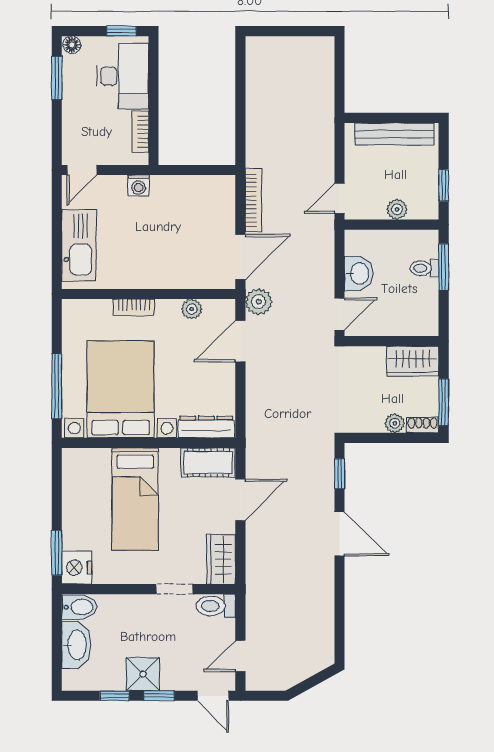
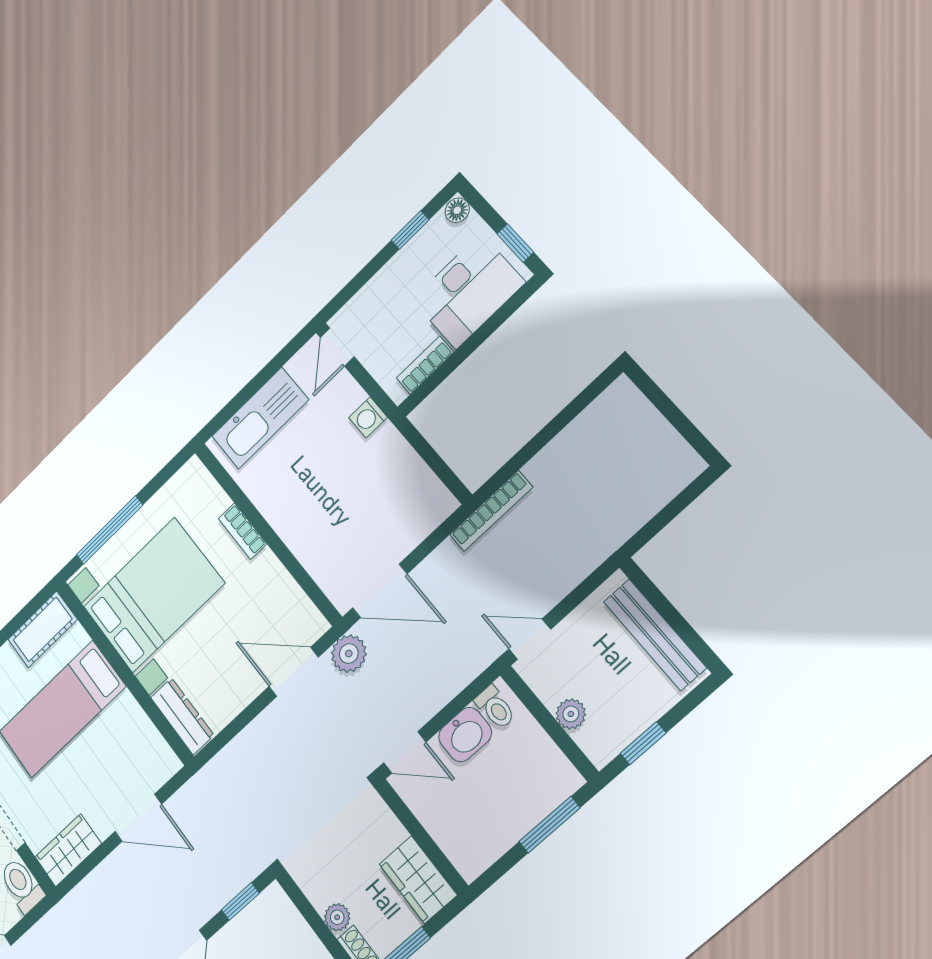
window: (57, 78) -> (410, 230), width x0.67
door: (82, 170) -> (337, 347), hinge flipped
bookcase: (253, 200) -> (491, 511), moved
toilet: (424, 268) -> (495, 707), moved, turned 180
plant: (192, 309) -> (287, 591), removed
cot: (208, 462) -> (43, 629), moved, turned 90

